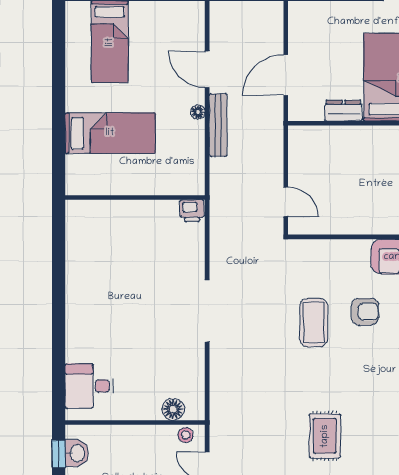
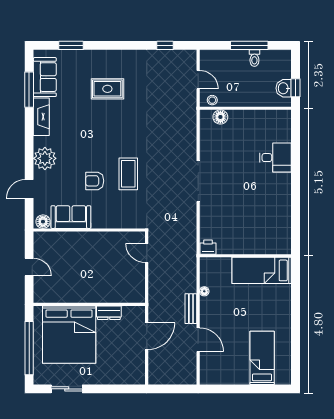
floor lamp: (198, 112) -> (204, 291), moved
bench: (218, 125) -> (191, 309), width x0.73
bed: (110, 133) -> (262, 270), moved
desk: (89, 386) -> (275, 158), moved
rug: (325, 436) -> (107, 89), moved, turned 90

